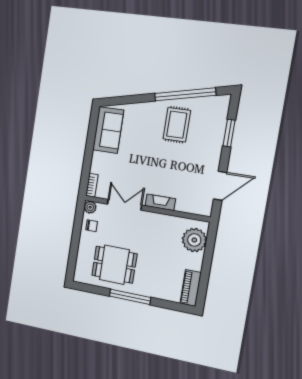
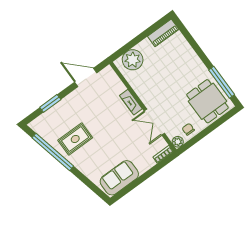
dining table: (114, 265) -> (207, 101), moved
window: (130, 297) -> (222, 82), moved

